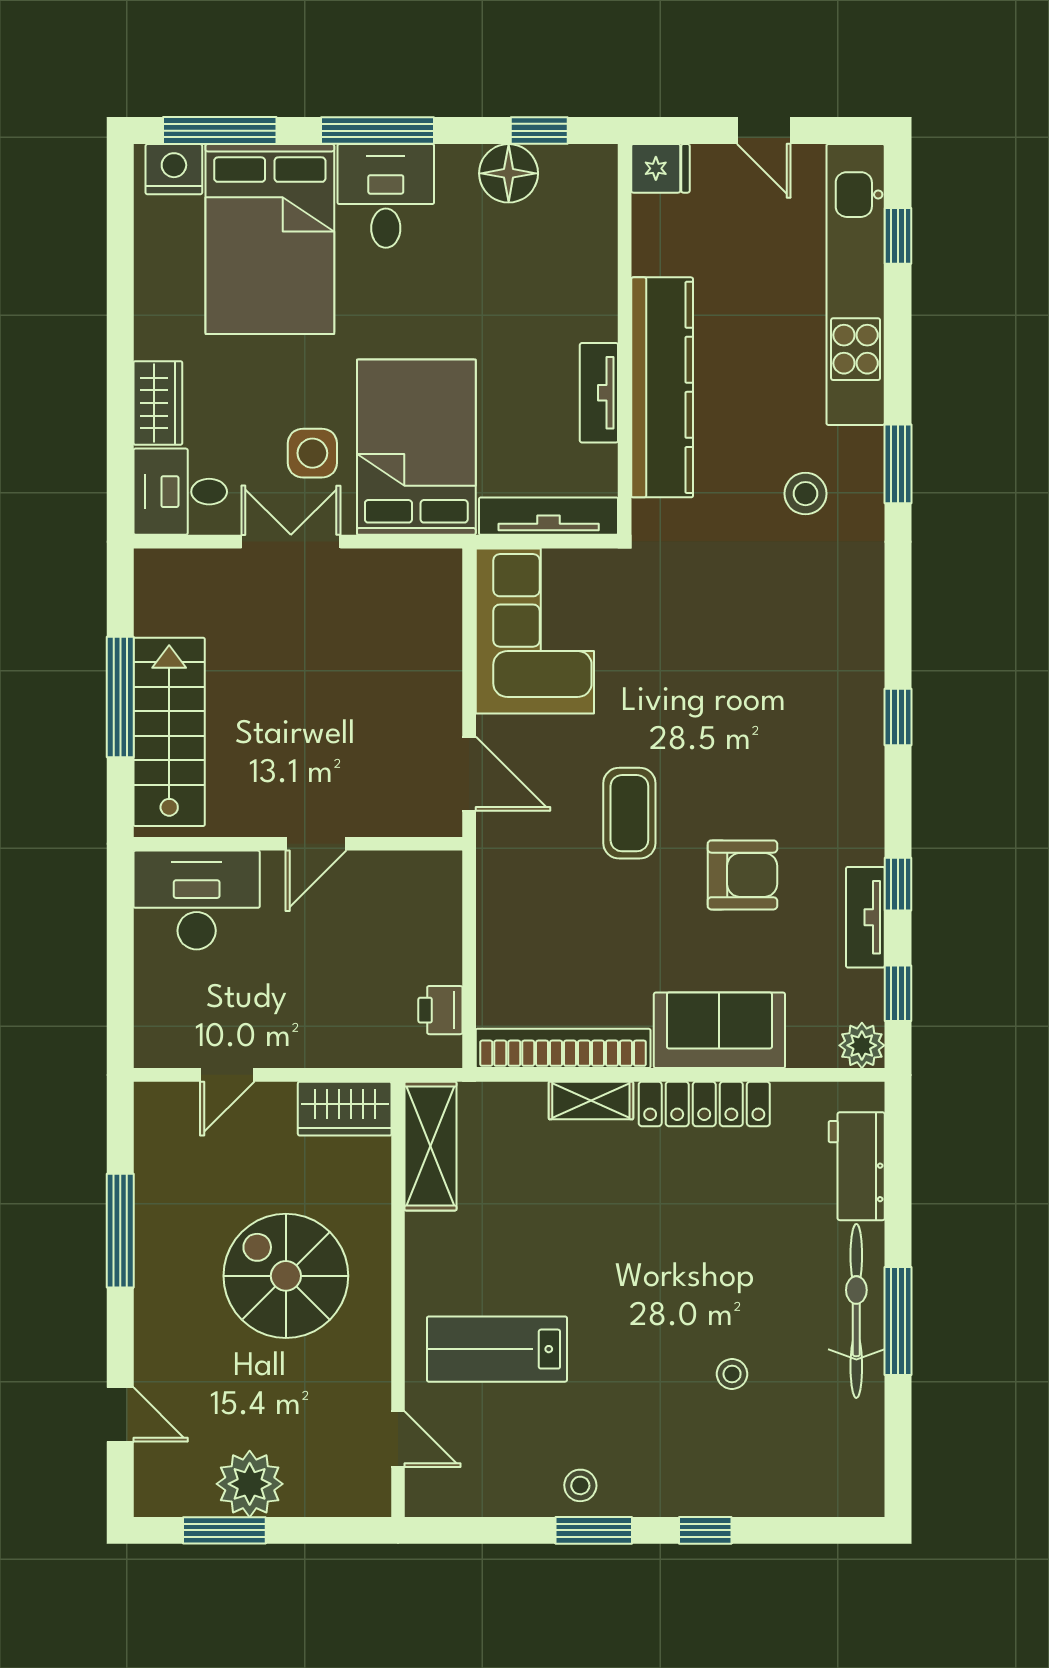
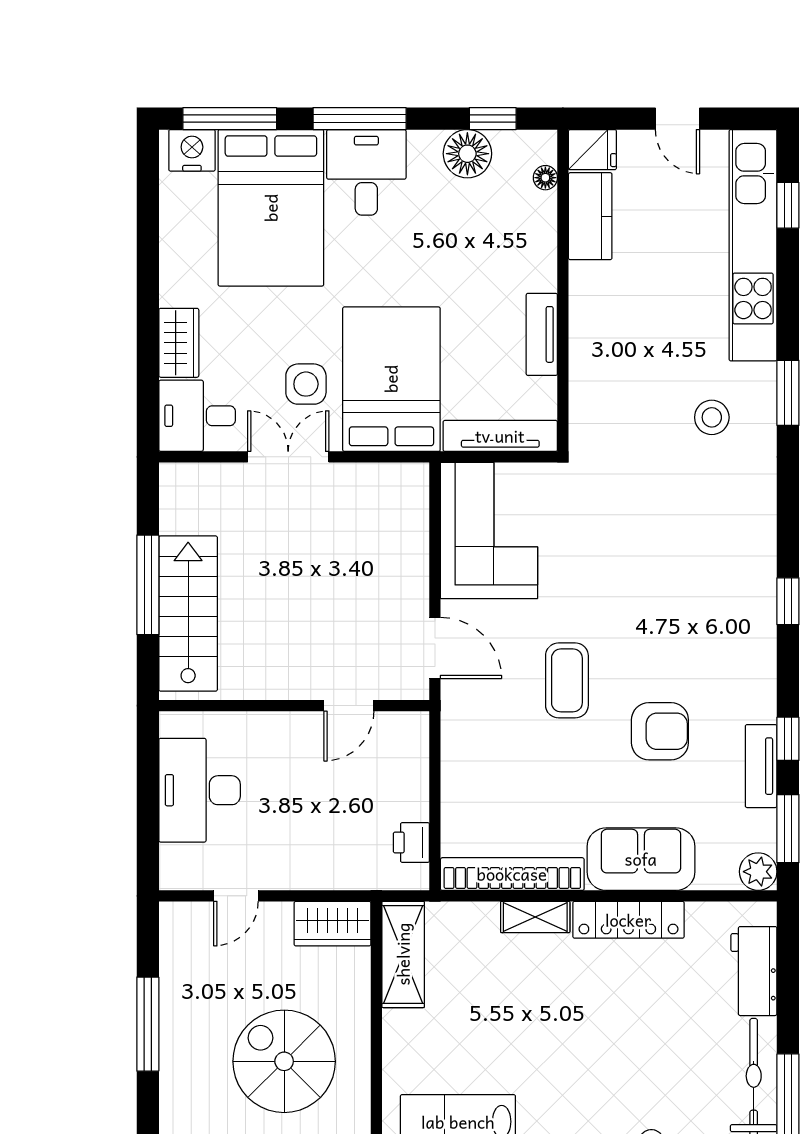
floor lamp: (603, 202) -> (545, 178), added
kitchen counter: (662, 387) -> (590, 216), moved, width x0.48, depth x0.86
door: (316, 844) -> (349, 706), moved
desk: (197, 900) -> (200, 790), moved, turned -90
window: (898, 993) -> (788, 829), width x1.50

